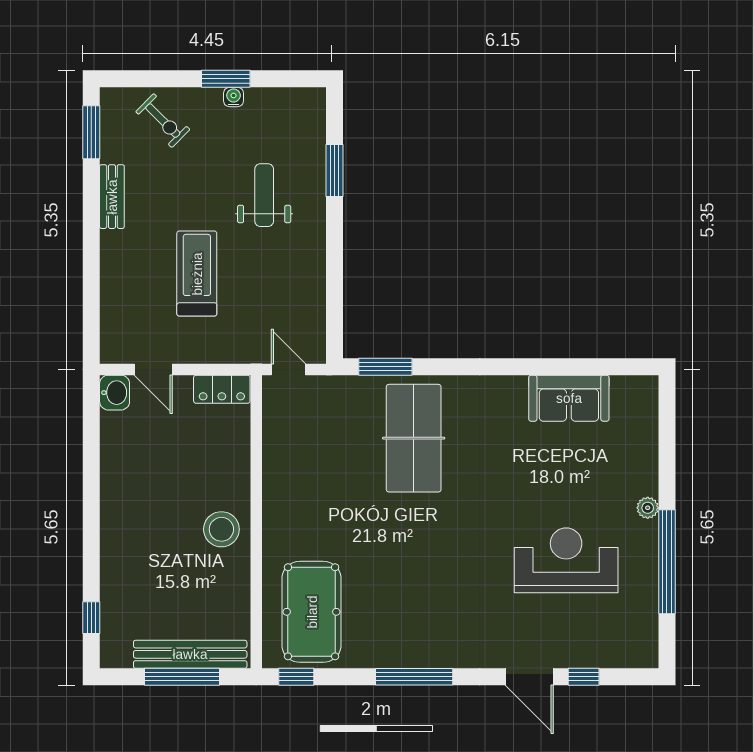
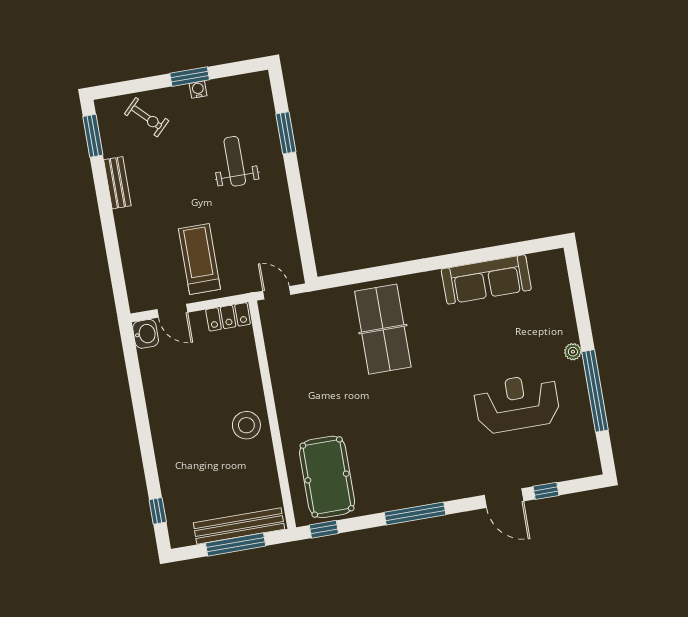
treadmill: (197, 274) -> (199, 259), moved
window: (385, 367) -> (351, 278), removed
sofa: (569, 398) -> (486, 279), width x1.36

